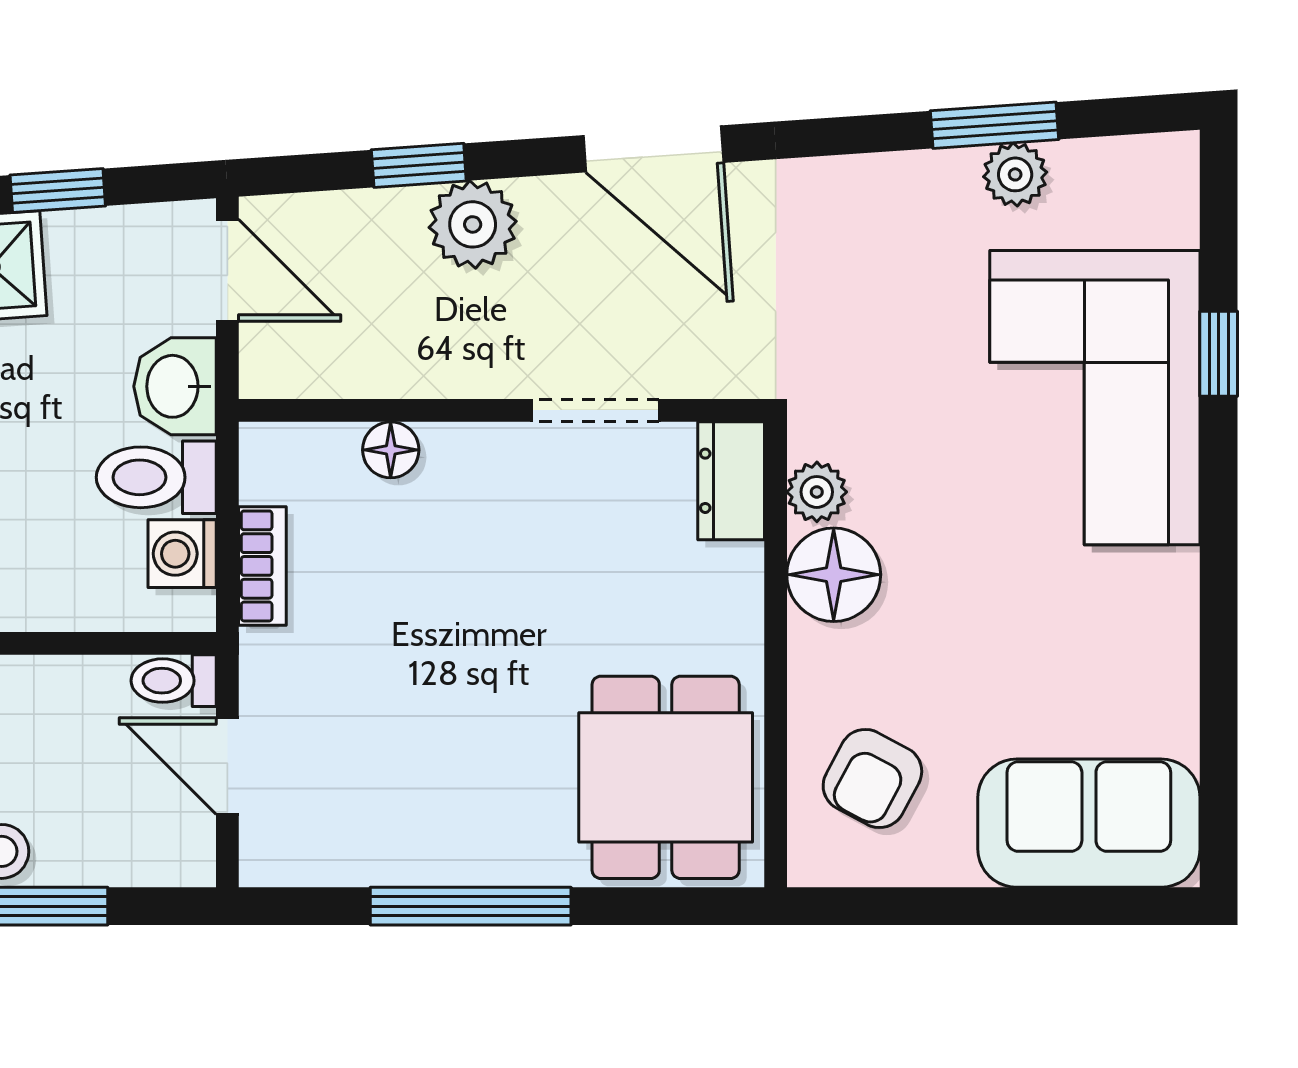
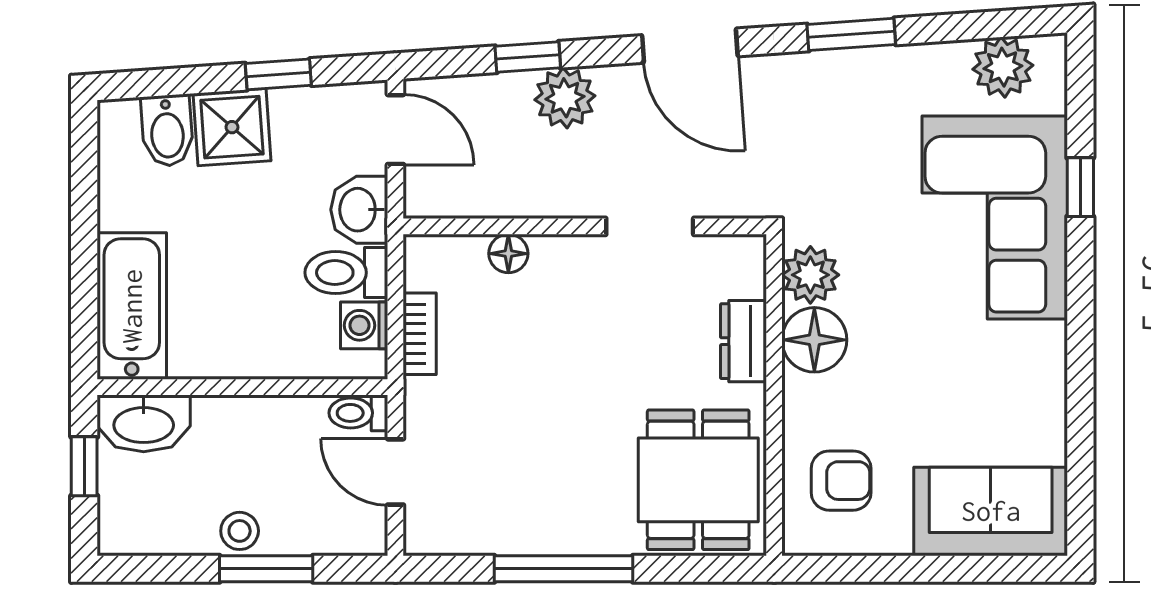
window: (995, 125) -> (851, 34), moved
plant: (1015, 174) -> (1003, 67), moved, width x1.38, depth x1.38
dresser: (731, 481) -> (743, 341), moved
plant: (817, 492) -> (810, 275), width x1.38, depth x1.38
armchair: (872, 778) -> (841, 481), turned -118

